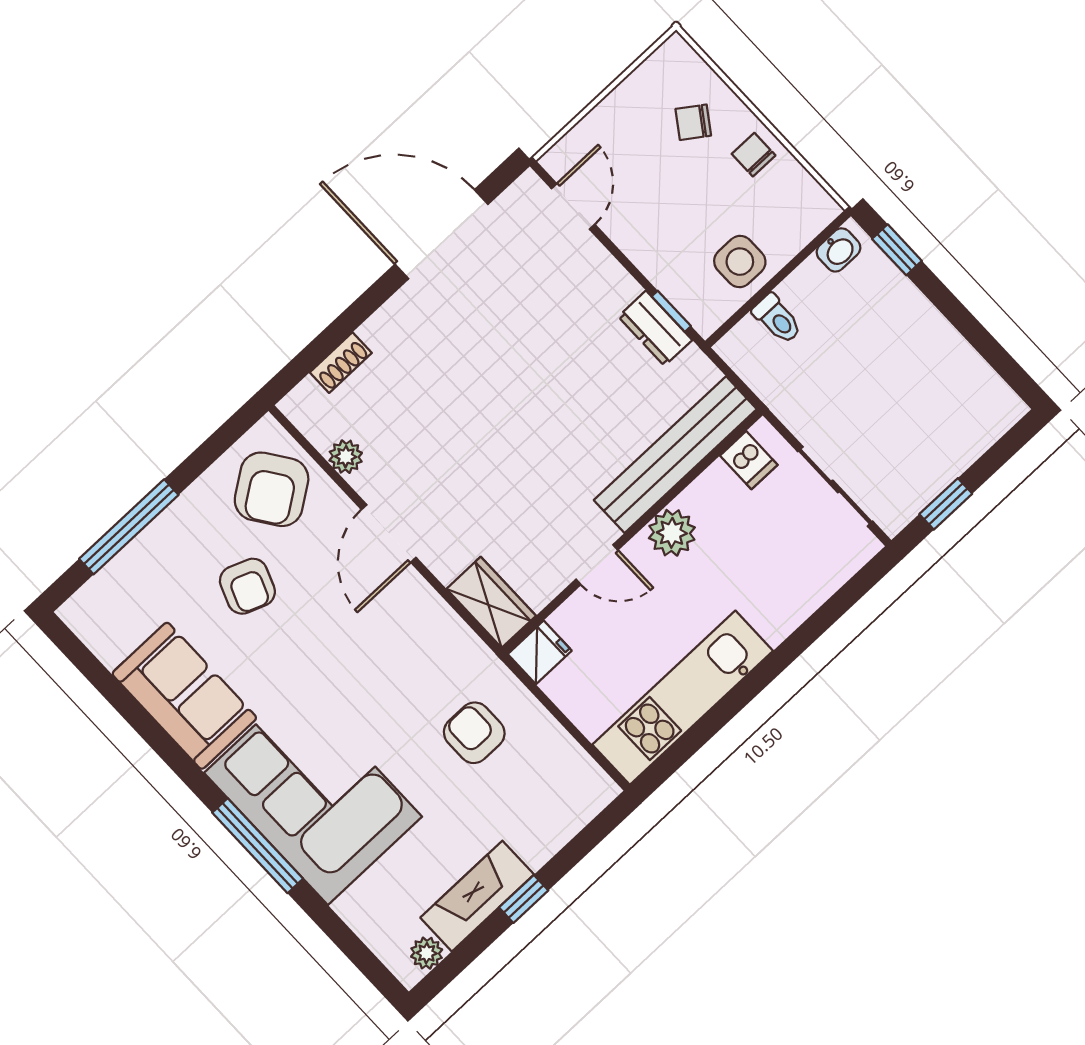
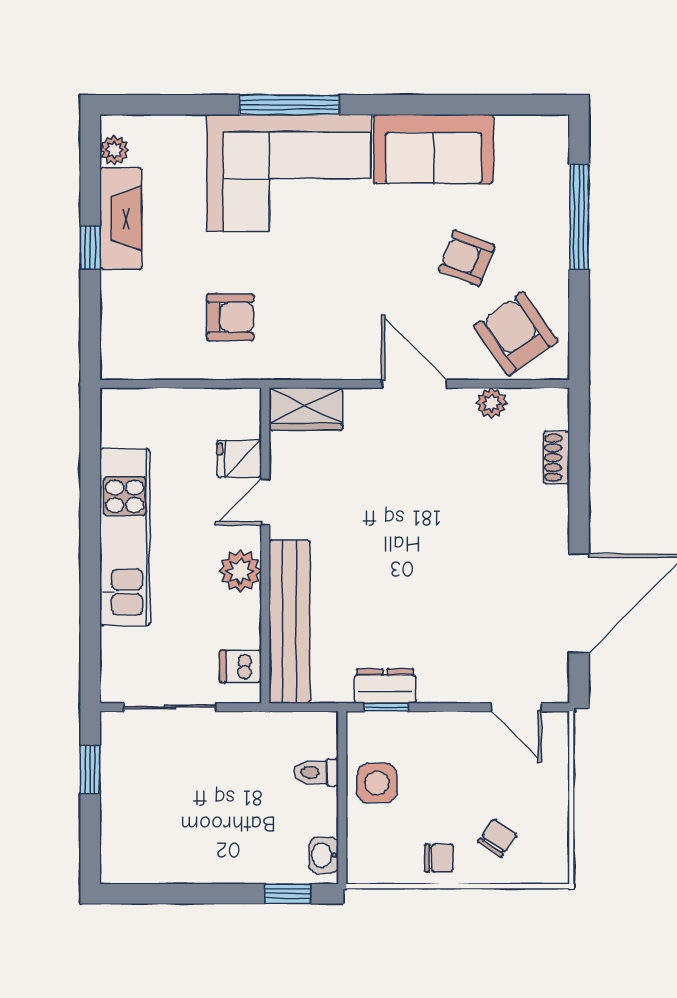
fridge: (540, 652) -> (239, 459), moved, turned 90
kitchen unit: (683, 698) -> (125, 537), moved

